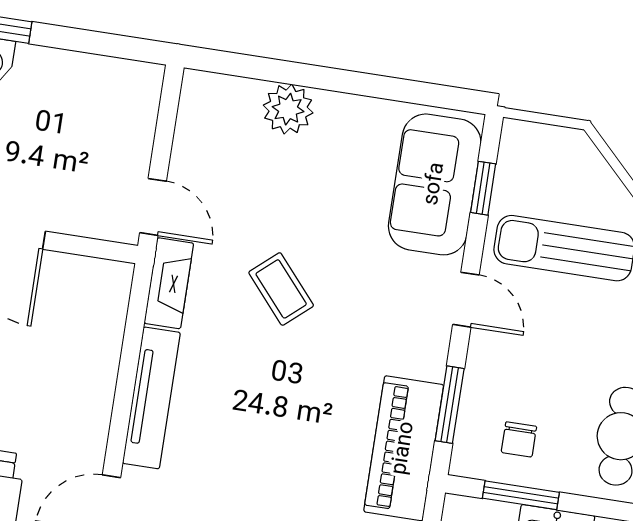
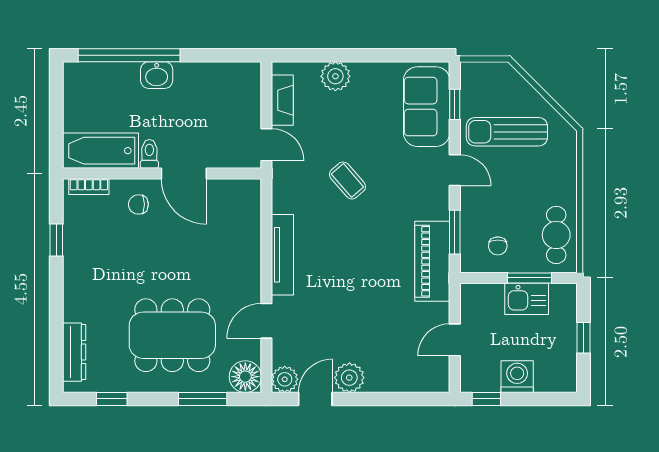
fireplace: (169, 283) -> (282, 100), moved
window: (521, 495) -> (529, 278), moved

